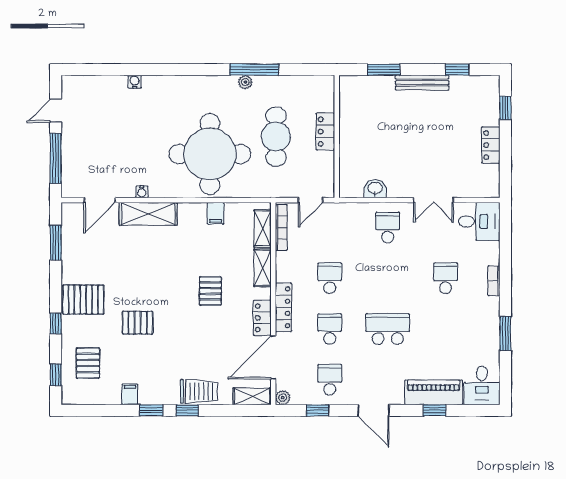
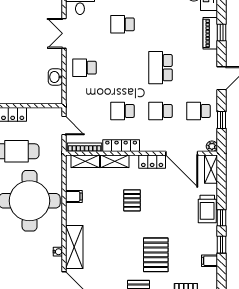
double door: (433, 200) -> (64, 33), swing flipped
pallet: (210, 291) -> (132, 200), turned 90
locker: (284, 307) -> (121, 146), moved
pallet: (138, 323) -> (156, 255), width x1.50, depth x1.42
trolley: (199, 391) -> (207, 209), turned 180
piano: (434, 392) -> (210, 33), width x0.73, depth x0.75

